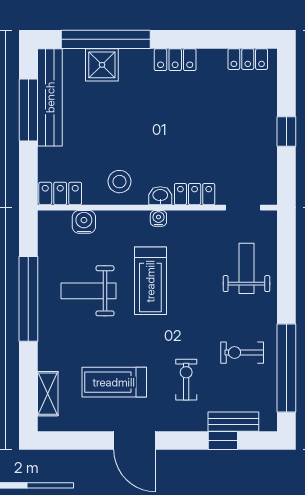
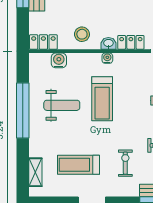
weight bench: (88, 291) -> (62, 105), turned 180

